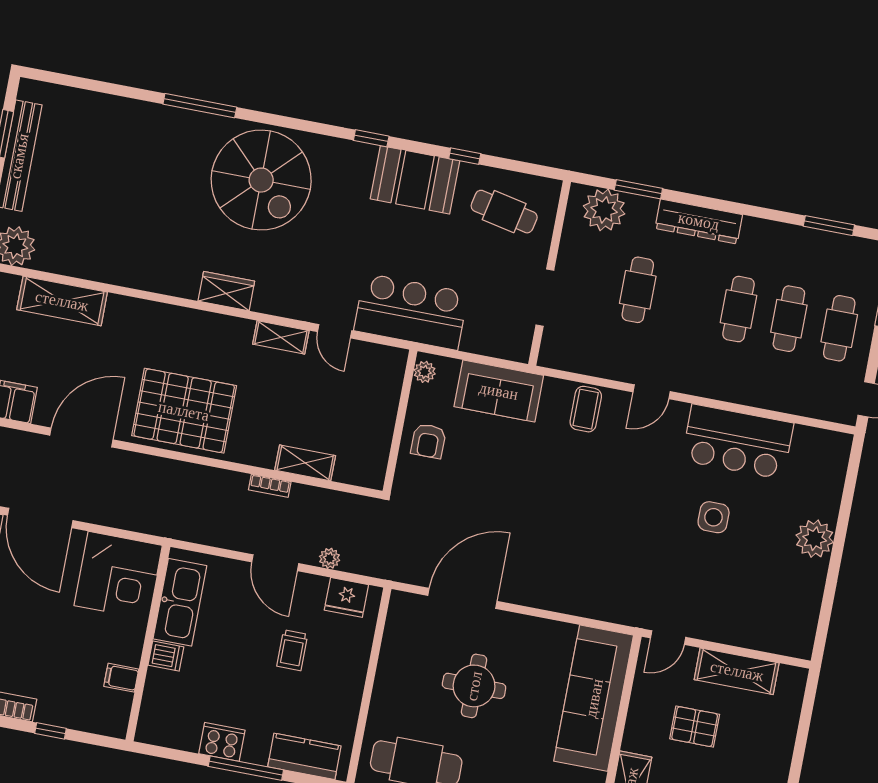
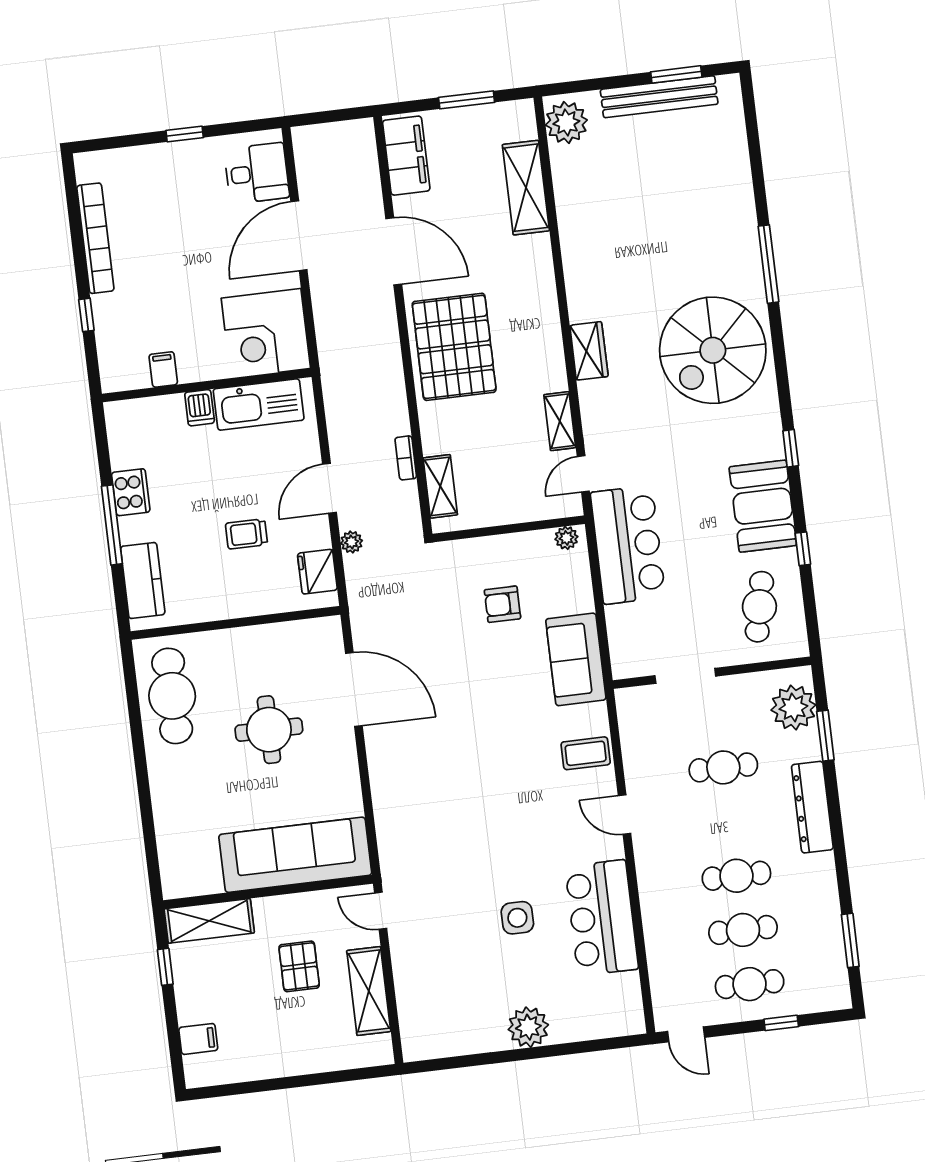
plant: (425, 372) -> (566, 538), moved
wall: (400, 421) -> (509, 529), moved

